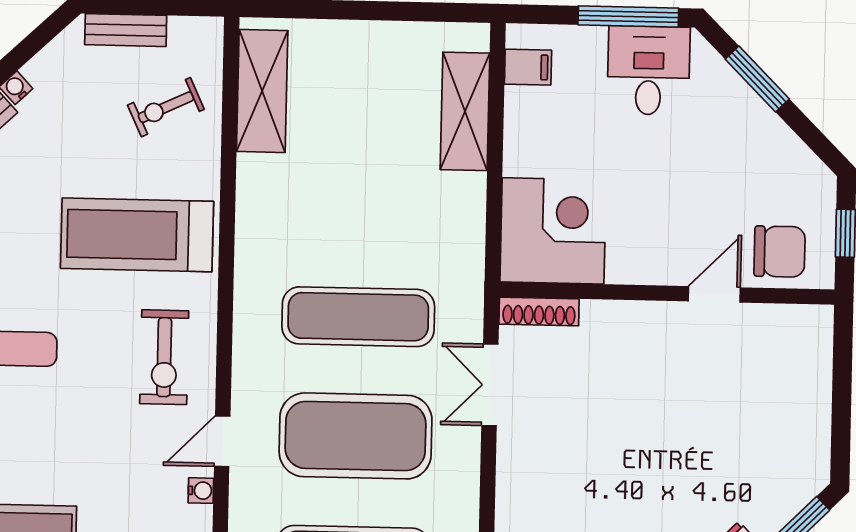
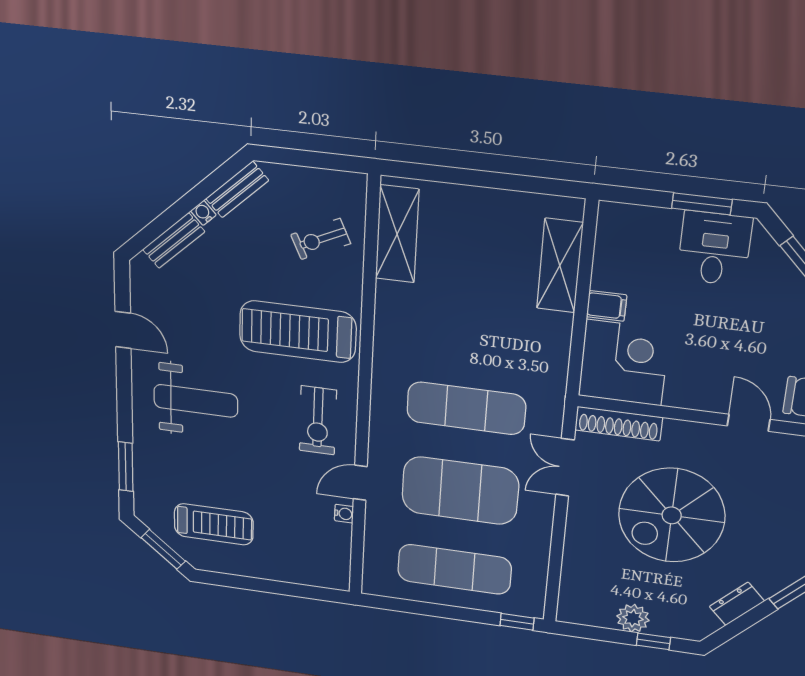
window: (628, 16) -> (702, 204), width x0.69
bench: (126, 30) -> (237, 190), moved, turned -43
filing cabinet: (528, 67) -> (607, 306), moved
door: (714, 294) -> (749, 423), hinge flipped
shoe rack: (539, 311) -> (619, 424), width x1.36, depth x1.24
spiral stairs: (632, 437) -> (672, 515), added

